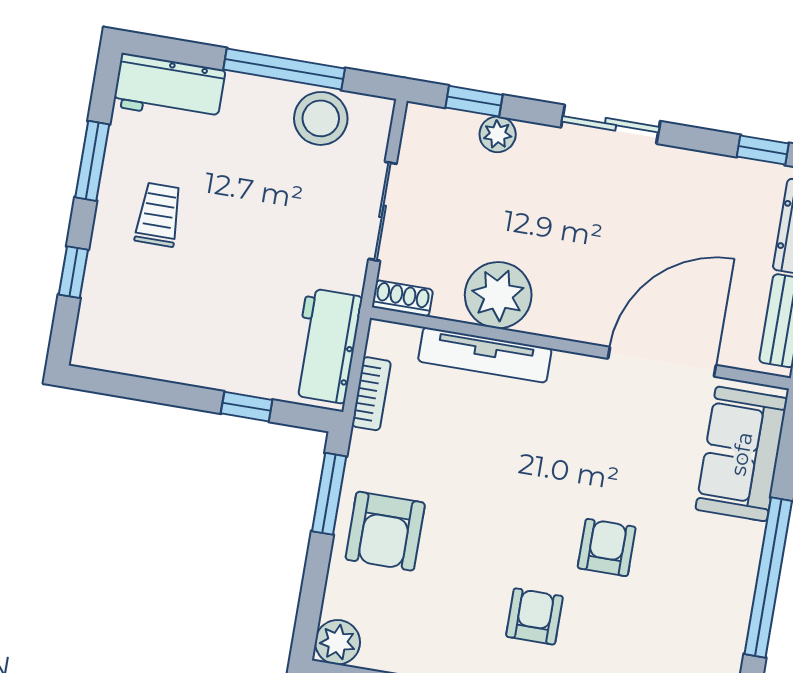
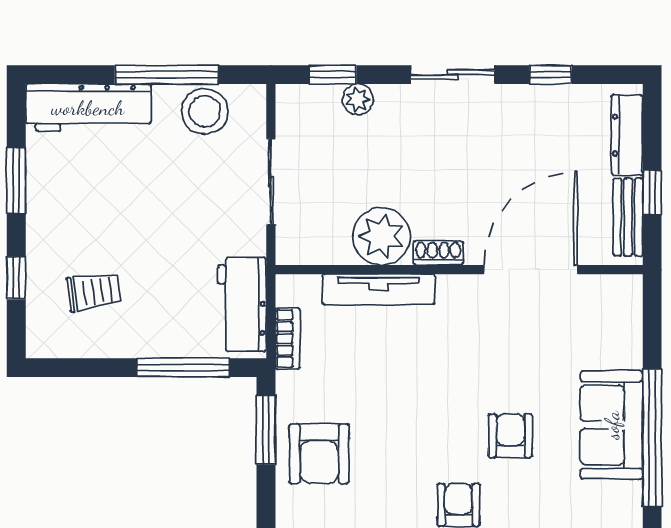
workbench: (169, 88) -> (88, 108), width x1.37
window: (763, 150) -> (551, 75), moved
trolley: (159, 215) -> (94, 292), moved, turned 82
shoe rack: (402, 298) -> (438, 253), moved
window: (247, 407) -> (183, 368), width x2.17
sofa: (741, 454) -> (612, 425), moved

